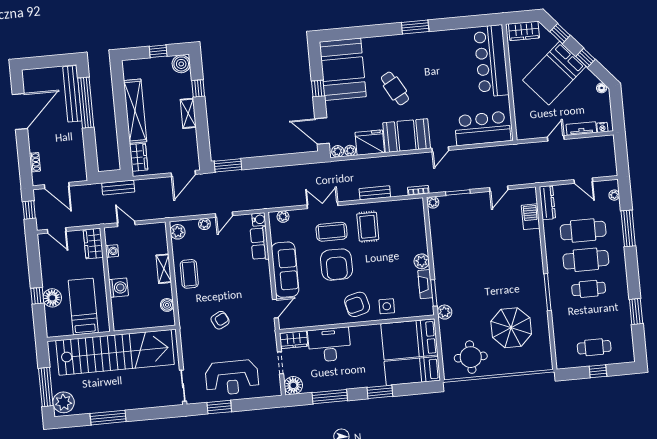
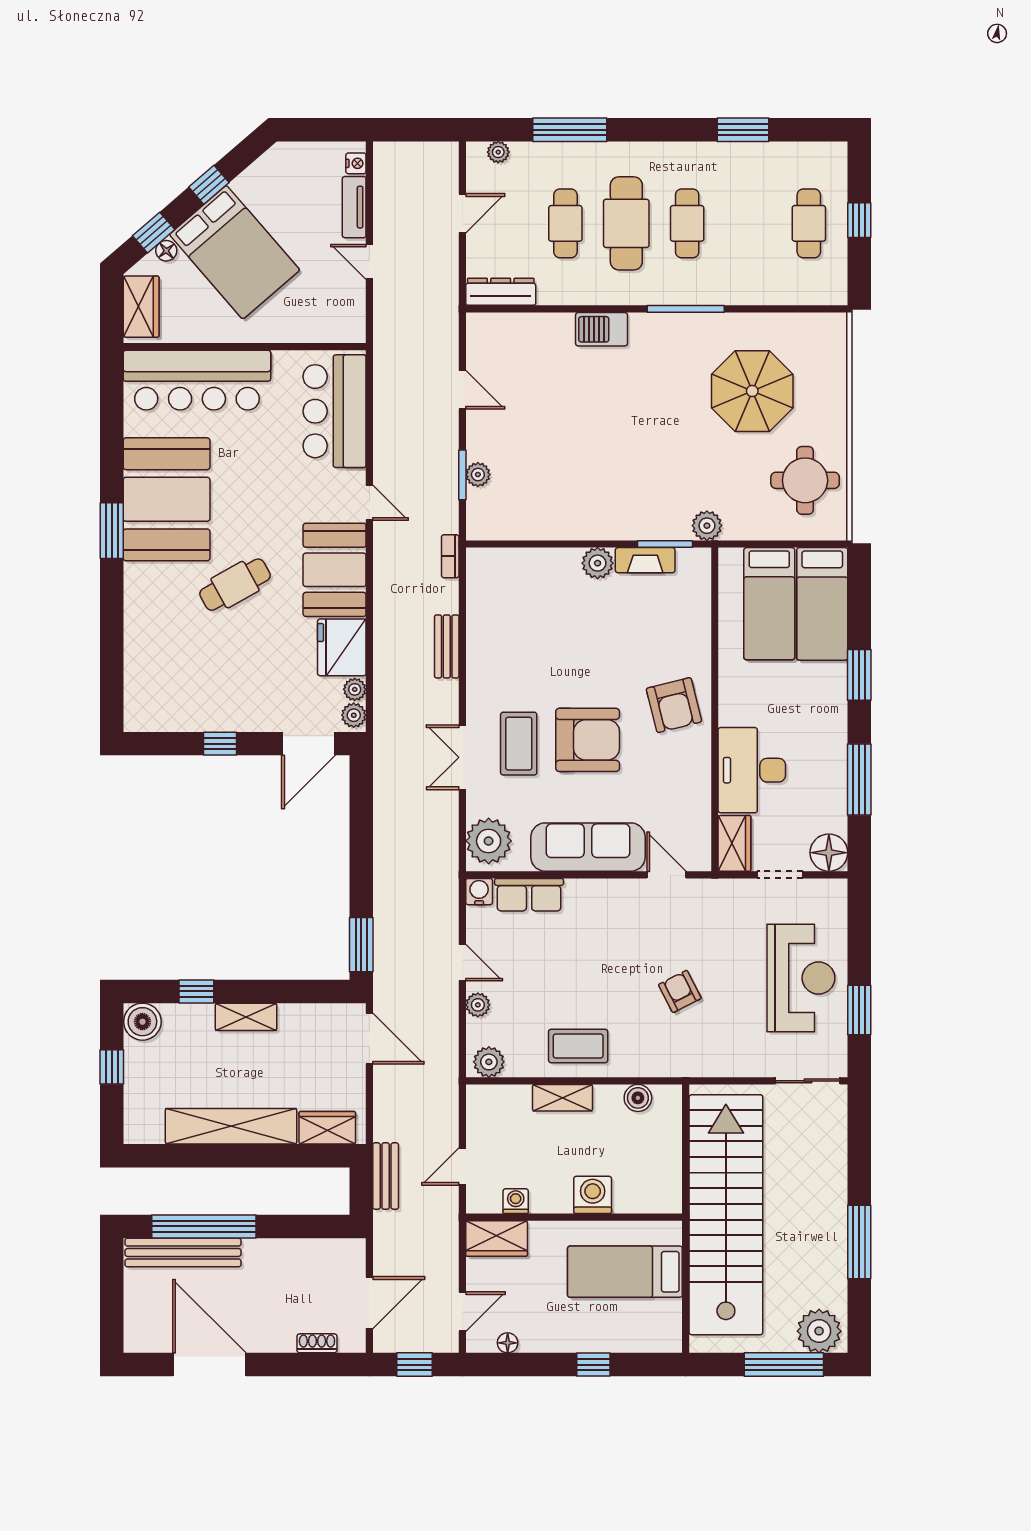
booth: (343, 69) -> (167, 499), moved, turned 90
floor lamp: (602, 88) -> (166, 251), moved
plant: (433, 202) -> (478, 475), moved
plant: (283, 217) -> (489, 841), width x1.88, depth x1.88
barbecue: (531, 217) -> (602, 329), moved
rug: (368, 227) -> (515, 668), removed
cafe table: (583, 231) -> (565, 223), width x0.73, depth x0.74
floor lamp: (52, 298) -> (508, 1343), moved, width x0.53, depth x0.53
side table: (387, 306) -> (684, 644), removed
bed: (409, 339) -> (769, 604), width x0.67

